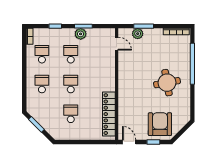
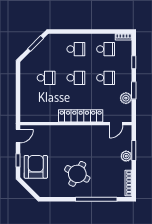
plant: (81, 34) -> (126, 98), moved
plant: (138, 34) -> (126, 156), moved
round table: (167, 83) -> (77, 174), turned 38
locker: (109, 114) -> (81, 116), moved
armchair: (160, 124) -> (36, 167), turned -90

